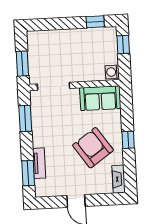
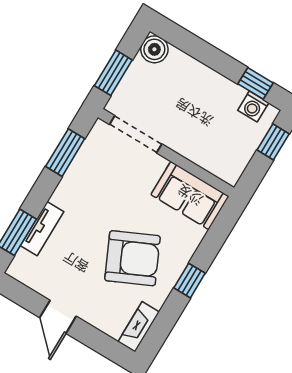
boiler: (35, 39) -> (154, 49), added
washing machine: (112, 72) -> (253, 107), moved, turned -90
armchair: (93, 148) -> (133, 258), turned 100

